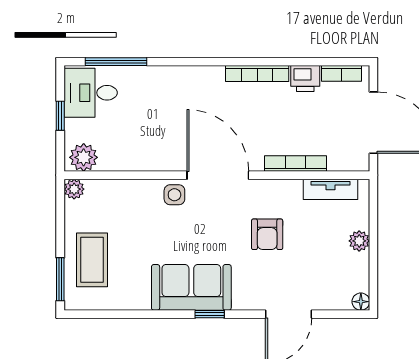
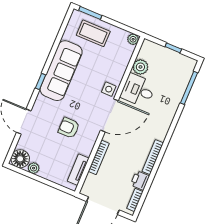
desk: (91, 93) -> (138, 90), moved, turned -90
plant: (84, 157) -> (140, 67), moved
plant: (359, 241) -> (34, 168), moved
sofa: (191, 287) -> (61, 71), width x1.36
floor lamp: (361, 302) -> (20, 159), width x1.89, depth x1.89

